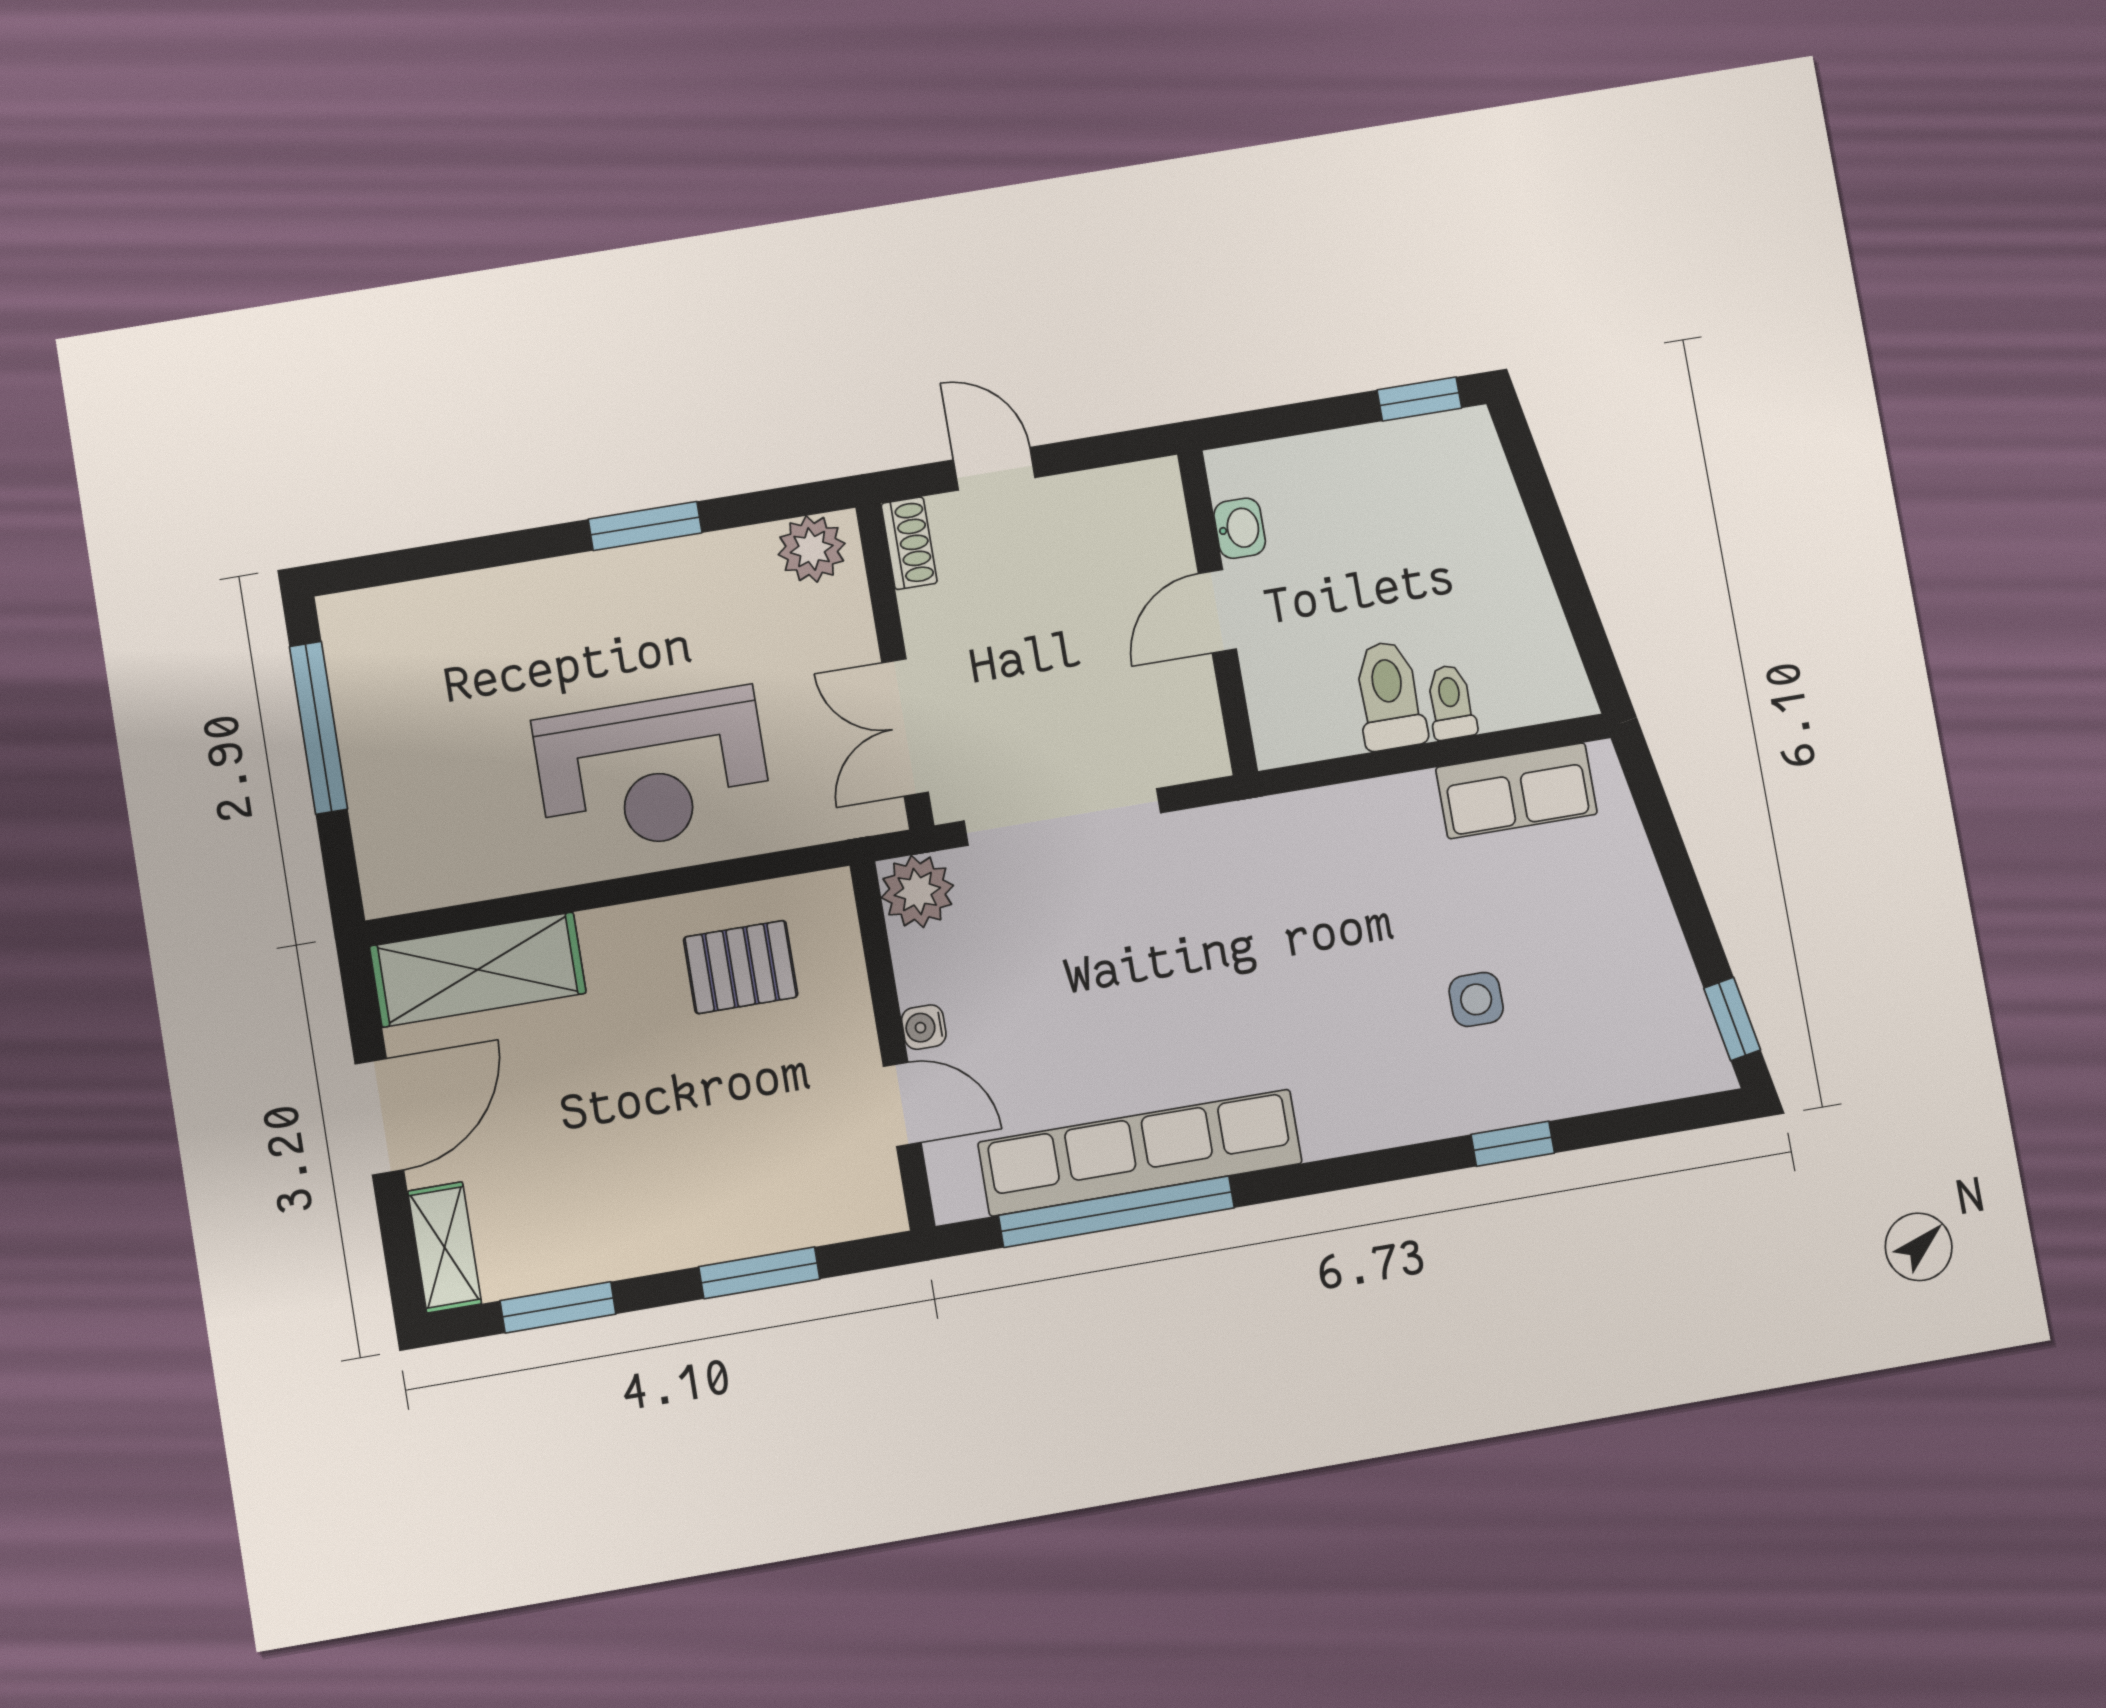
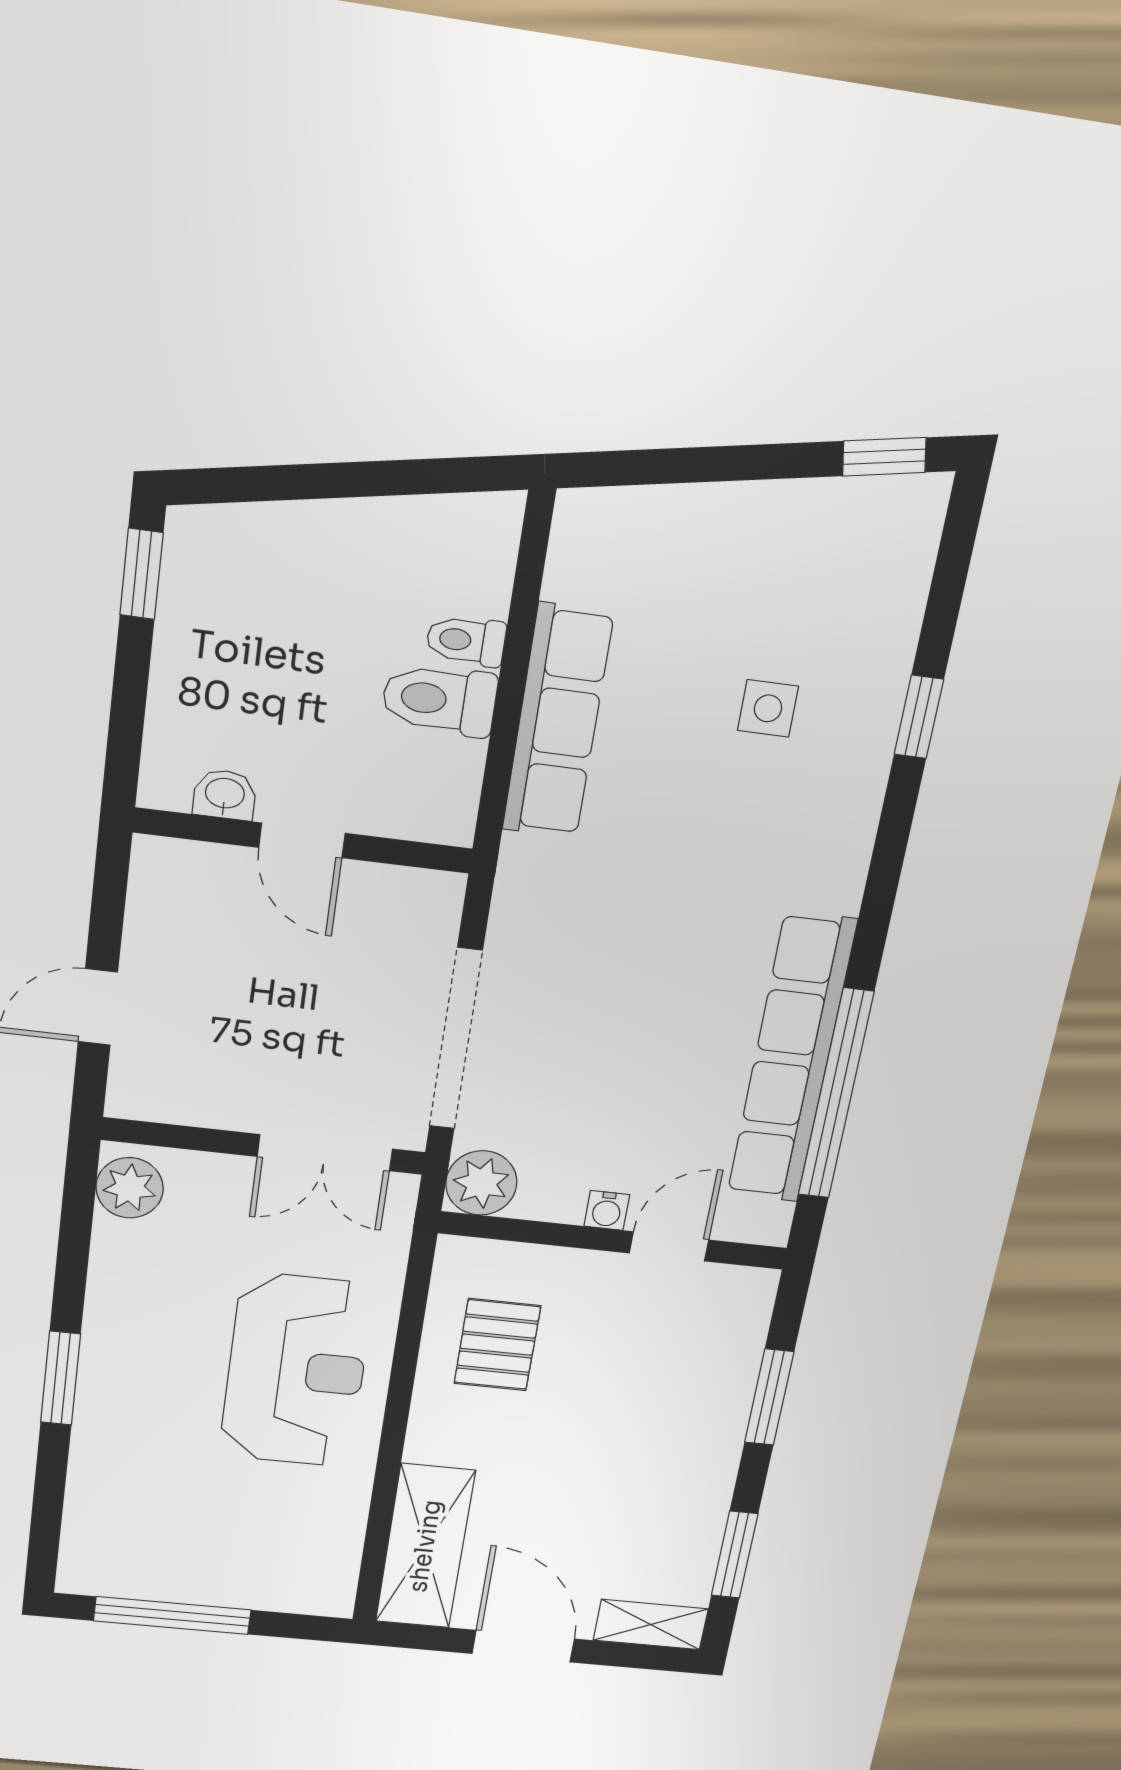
window: (645, 526) -> (61, 1378), moved
shoe rack: (909, 543) -> (149, 1102), removed
row of seats: (1516, 791) -> (558, 722), moved, width x1.48

